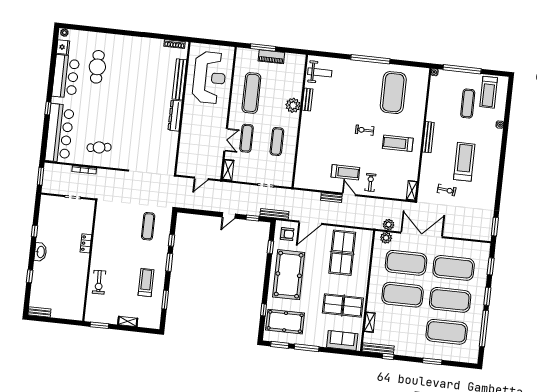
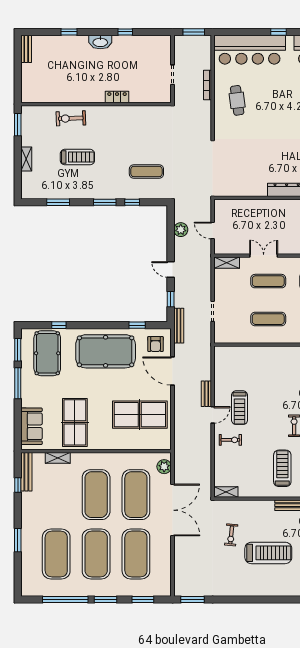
double door: (226, 140) -> (264, 256), swing flipped
plant: (389, 225) -> (181, 230), moved
treadmill: (146, 282) -> (77, 157), moved

